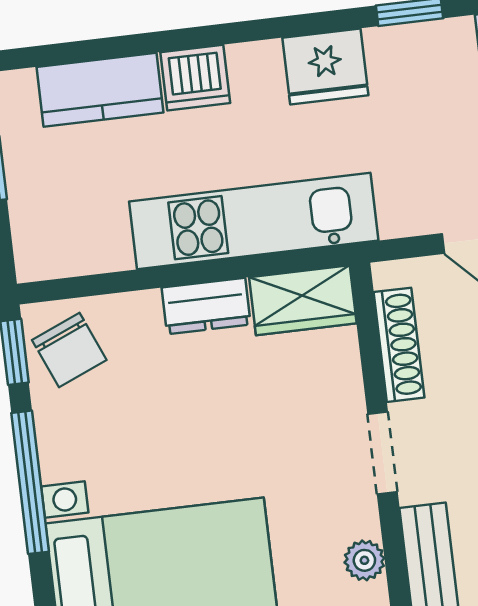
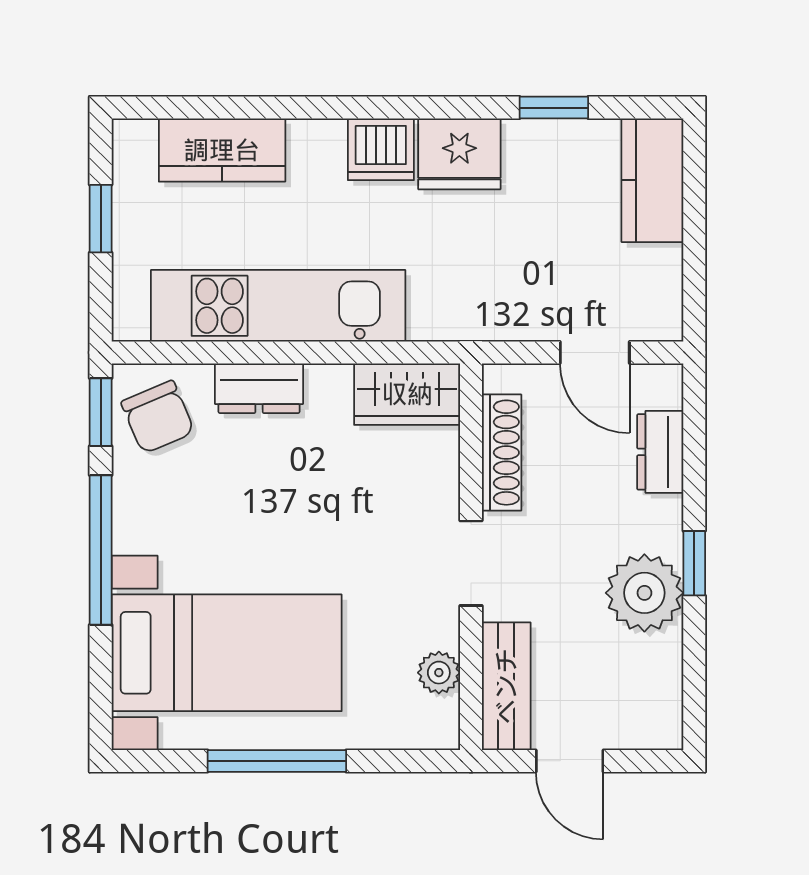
dishwasher: (195, 78) -> (381, 149), moved
kitchen unit: (254, 221) -> (278, 306), moved
dresser: (206, 306) -> (259, 388), moved

